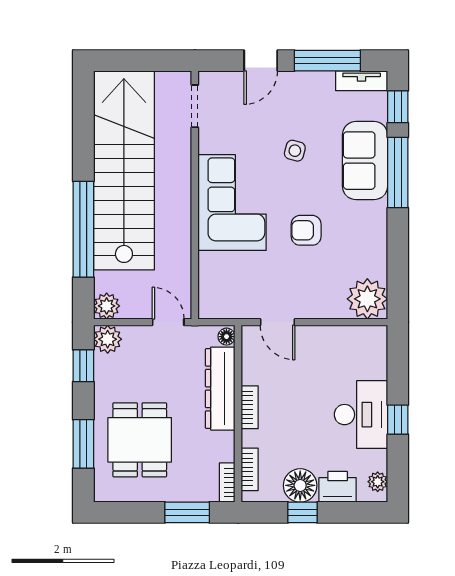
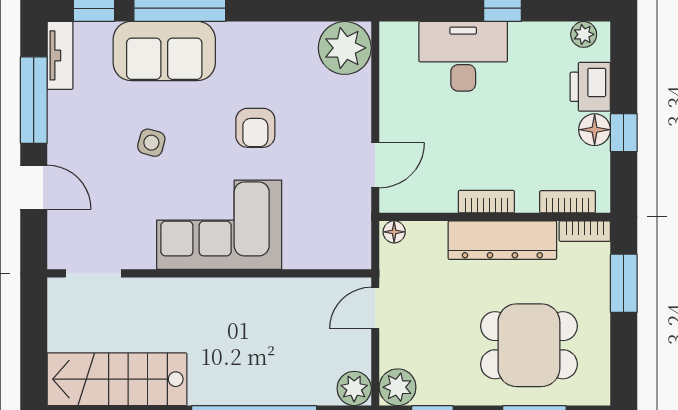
stairs: (124, 170) -> (117, 379), width x0.54, depth x0.66
dresser: (220, 389) -> (502, 240), moved
desk: (361, 415) -> (463, 56), moved
floor lamp: (300, 485) -> (595, 130), width x0.73, depth x0.73

